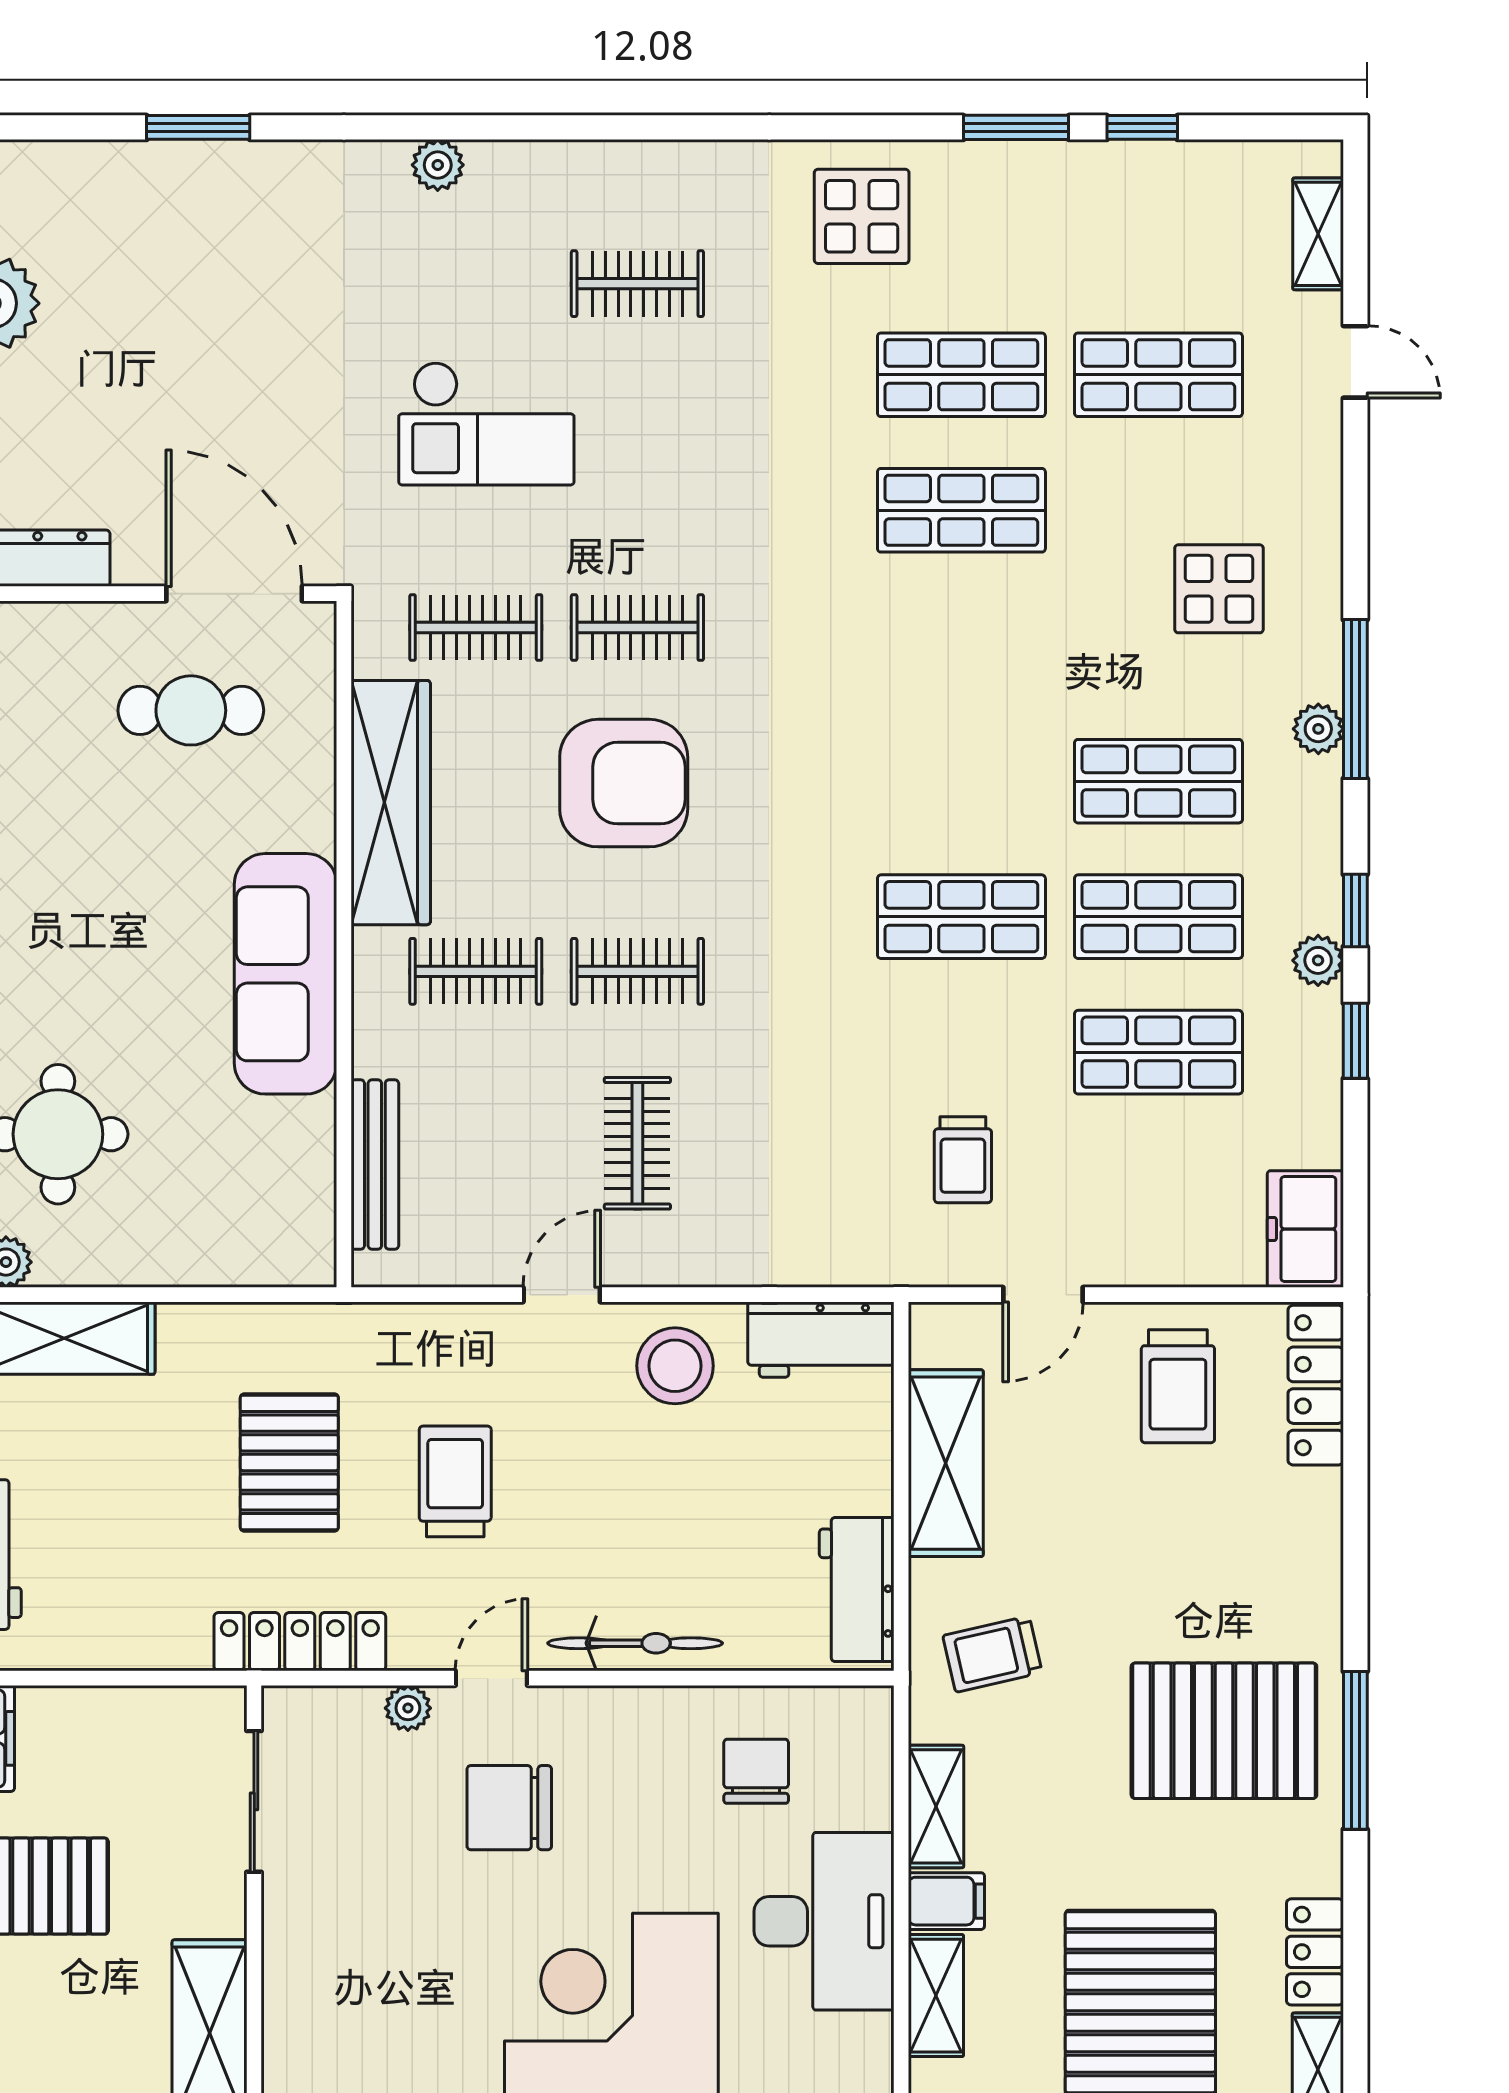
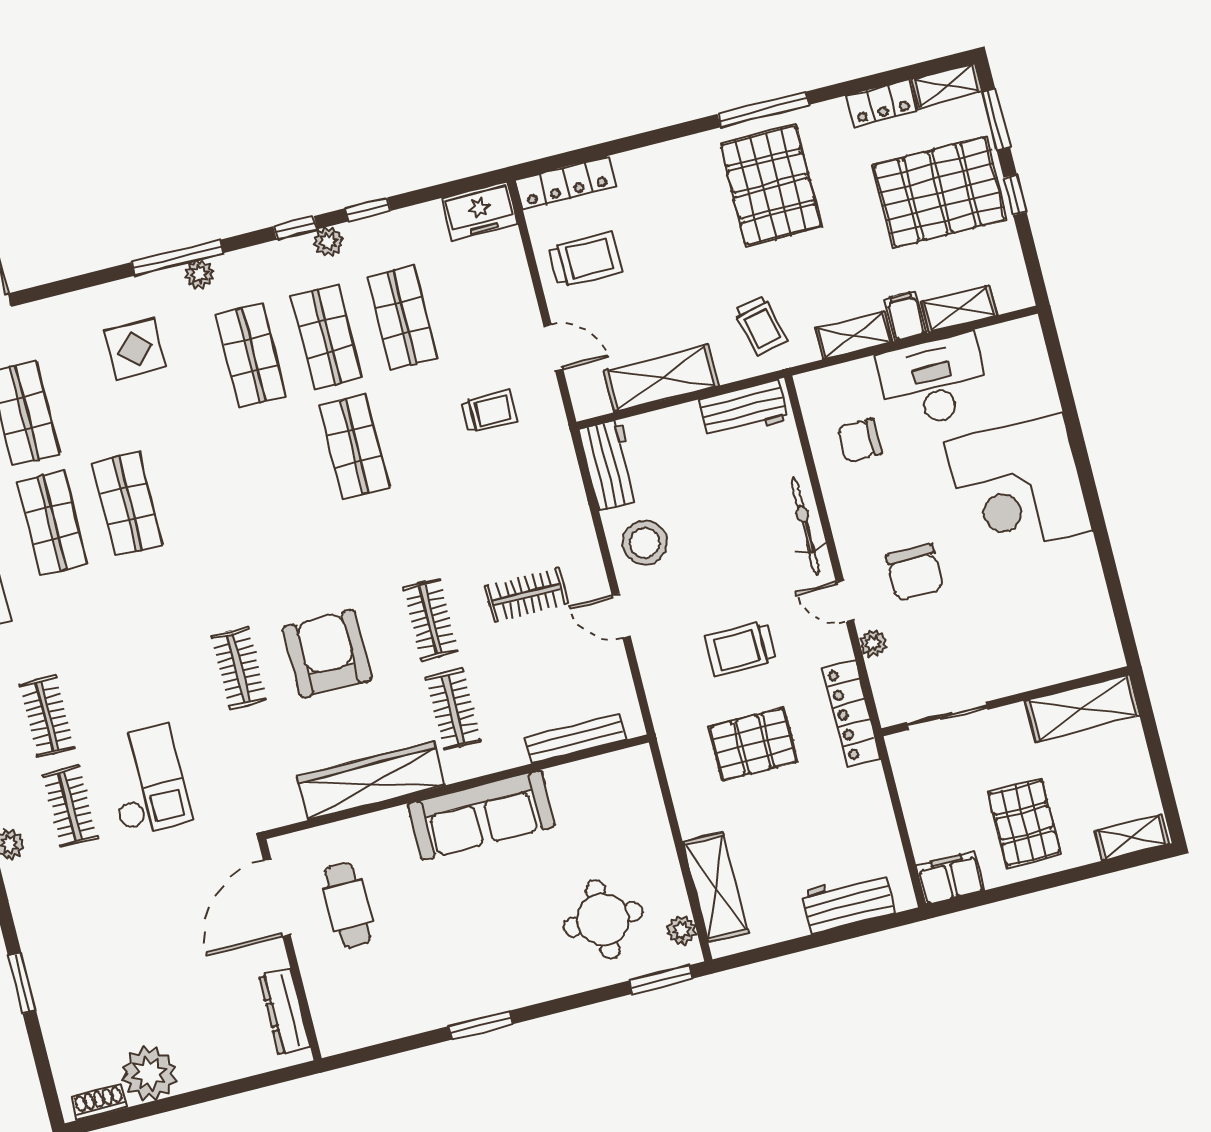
clothes rail: (476, 627) -> (70, 806), moved

